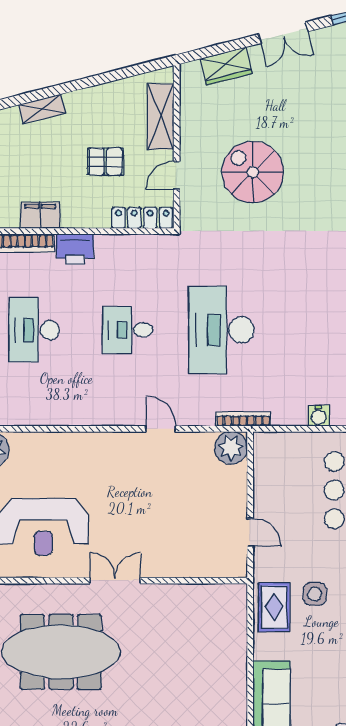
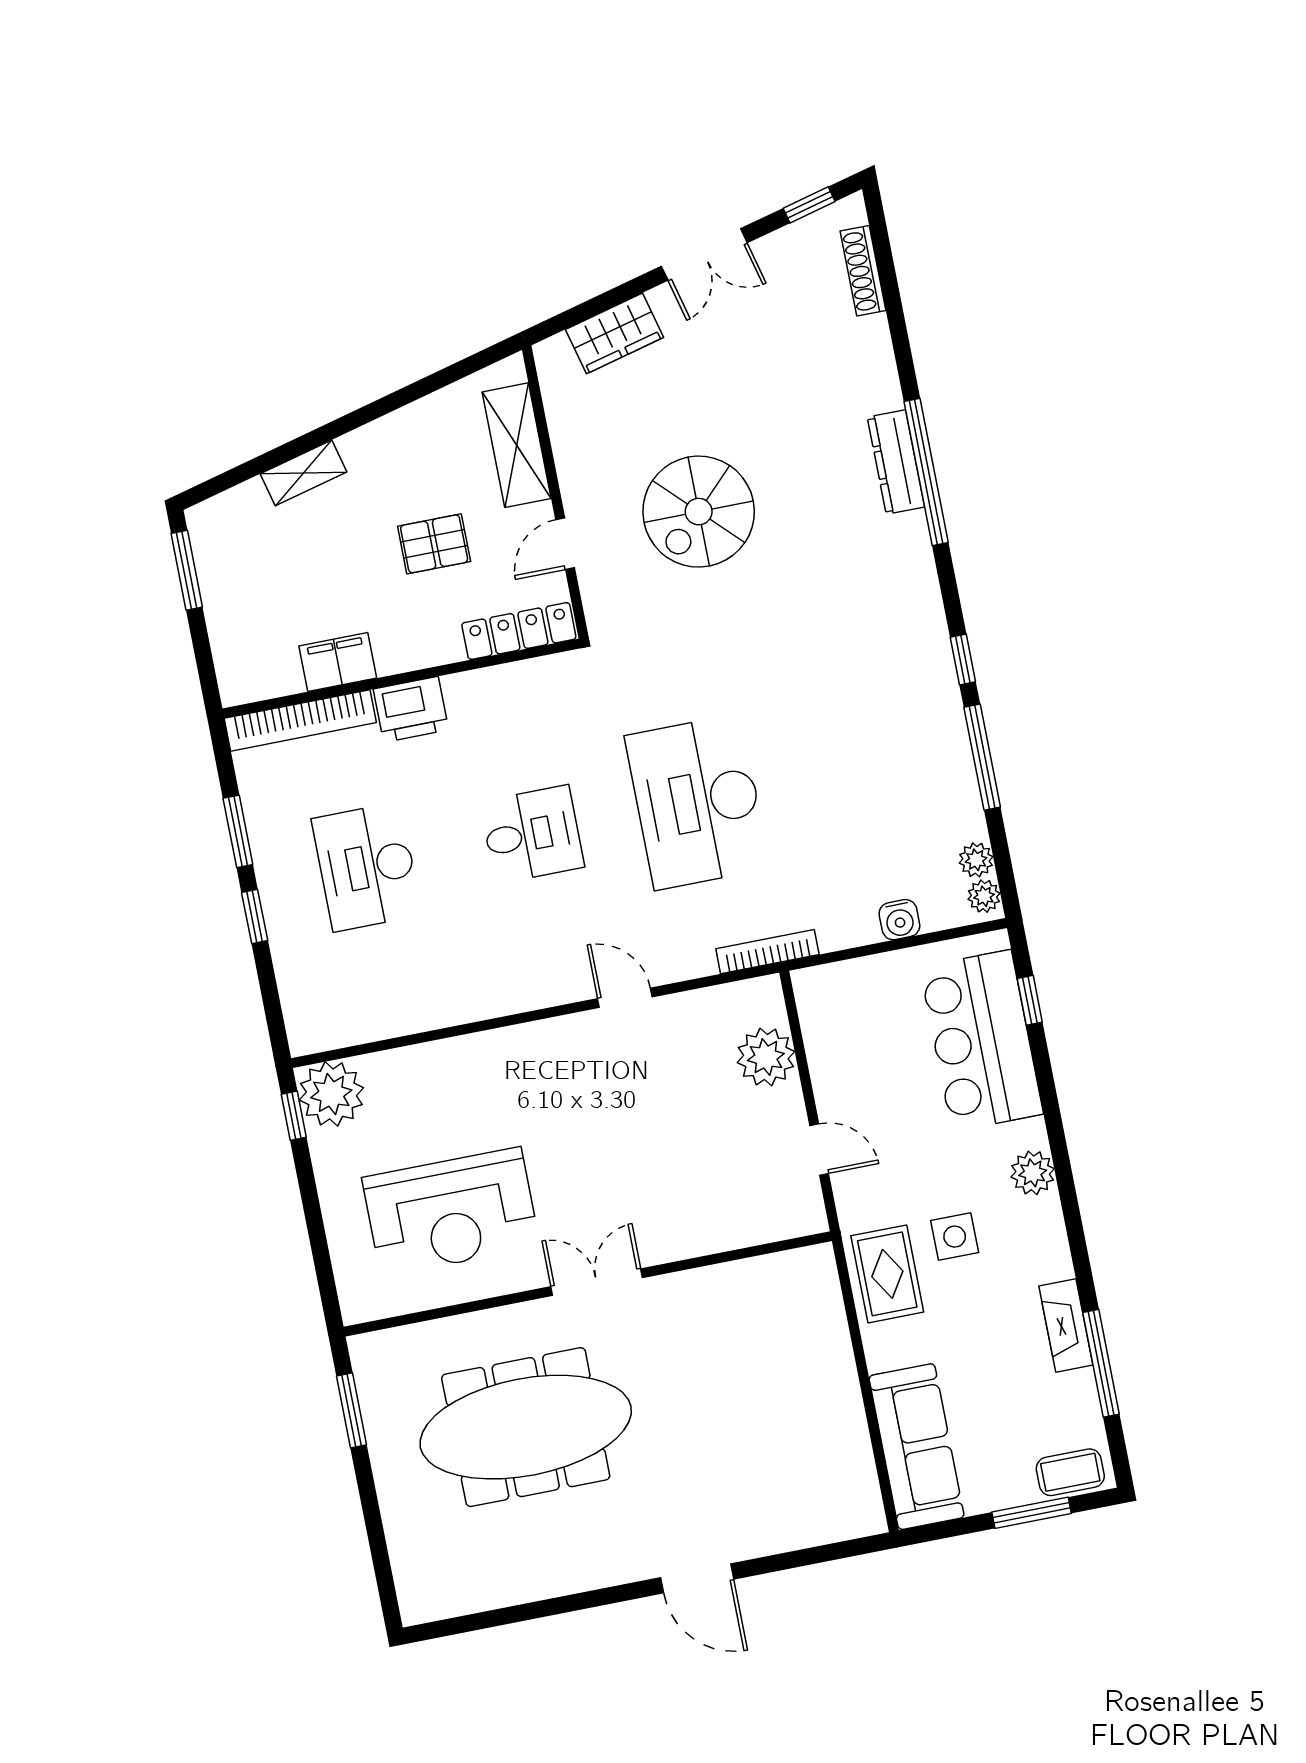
spiral stairs: (253, 172) -> (699, 512), turned -90
desk: (128, 330) -> (532, 834), turned 180
plant: (231, 448) -> (766, 1057), moved

